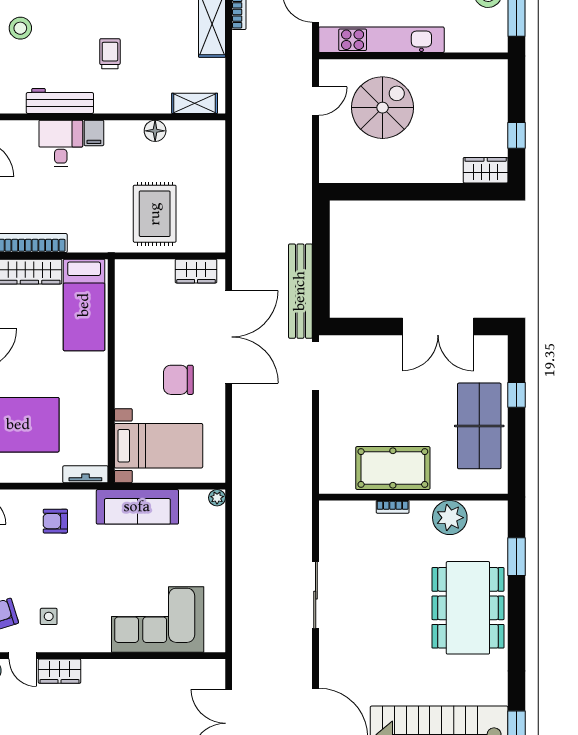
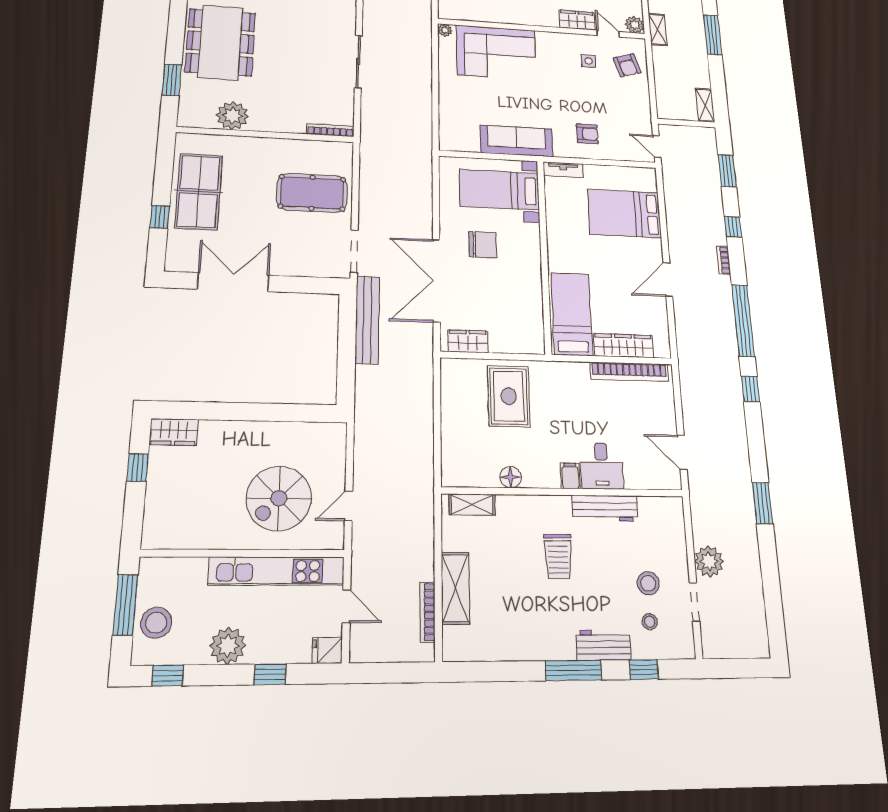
trolley: (110, 54) -> (558, 556), width x1.36, depth x1.39
pool table: (393, 468) -> (312, 193), moved
plant: (217, 498) -> (445, 30), moved
bookcase: (393, 507) -> (330, 130), moved, width x1.56

